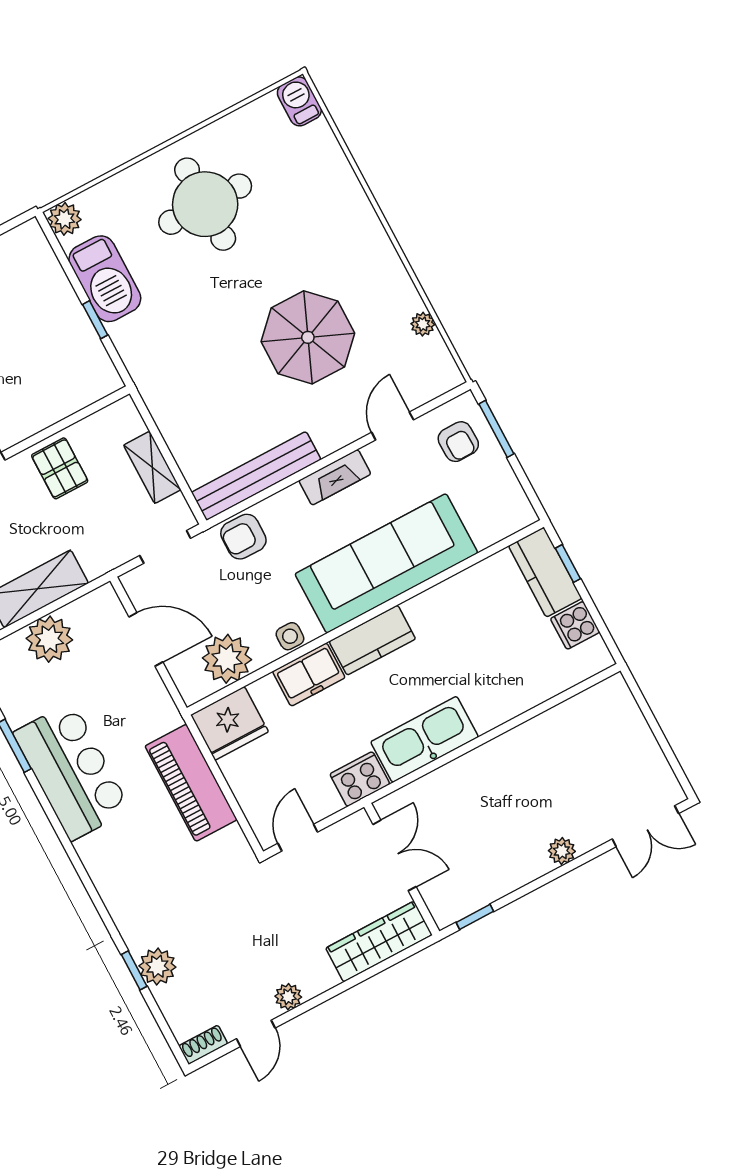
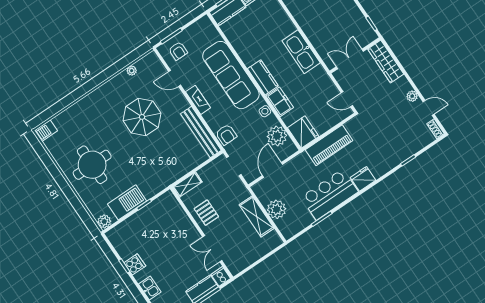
armchair: (458, 442) -> (178, 51), turned 91
shelving: (152, 467) -> (187, 185), moved
pallet: (60, 468) -> (206, 213), turned 90
cooker: (360, 779) -> (320, 76), removed
fridge: (101, 856) -> (363, 179), added
plant: (157, 967) -> (406, 151), removed

